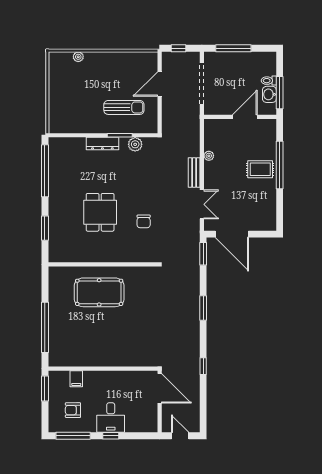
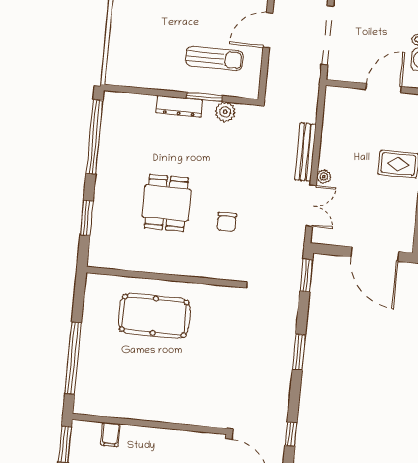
plant: (209, 156) -> (324, 177), moved
bench: (194, 172) -> (305, 152), width x1.36
door: (232, 234) -> (375, 254), moved

